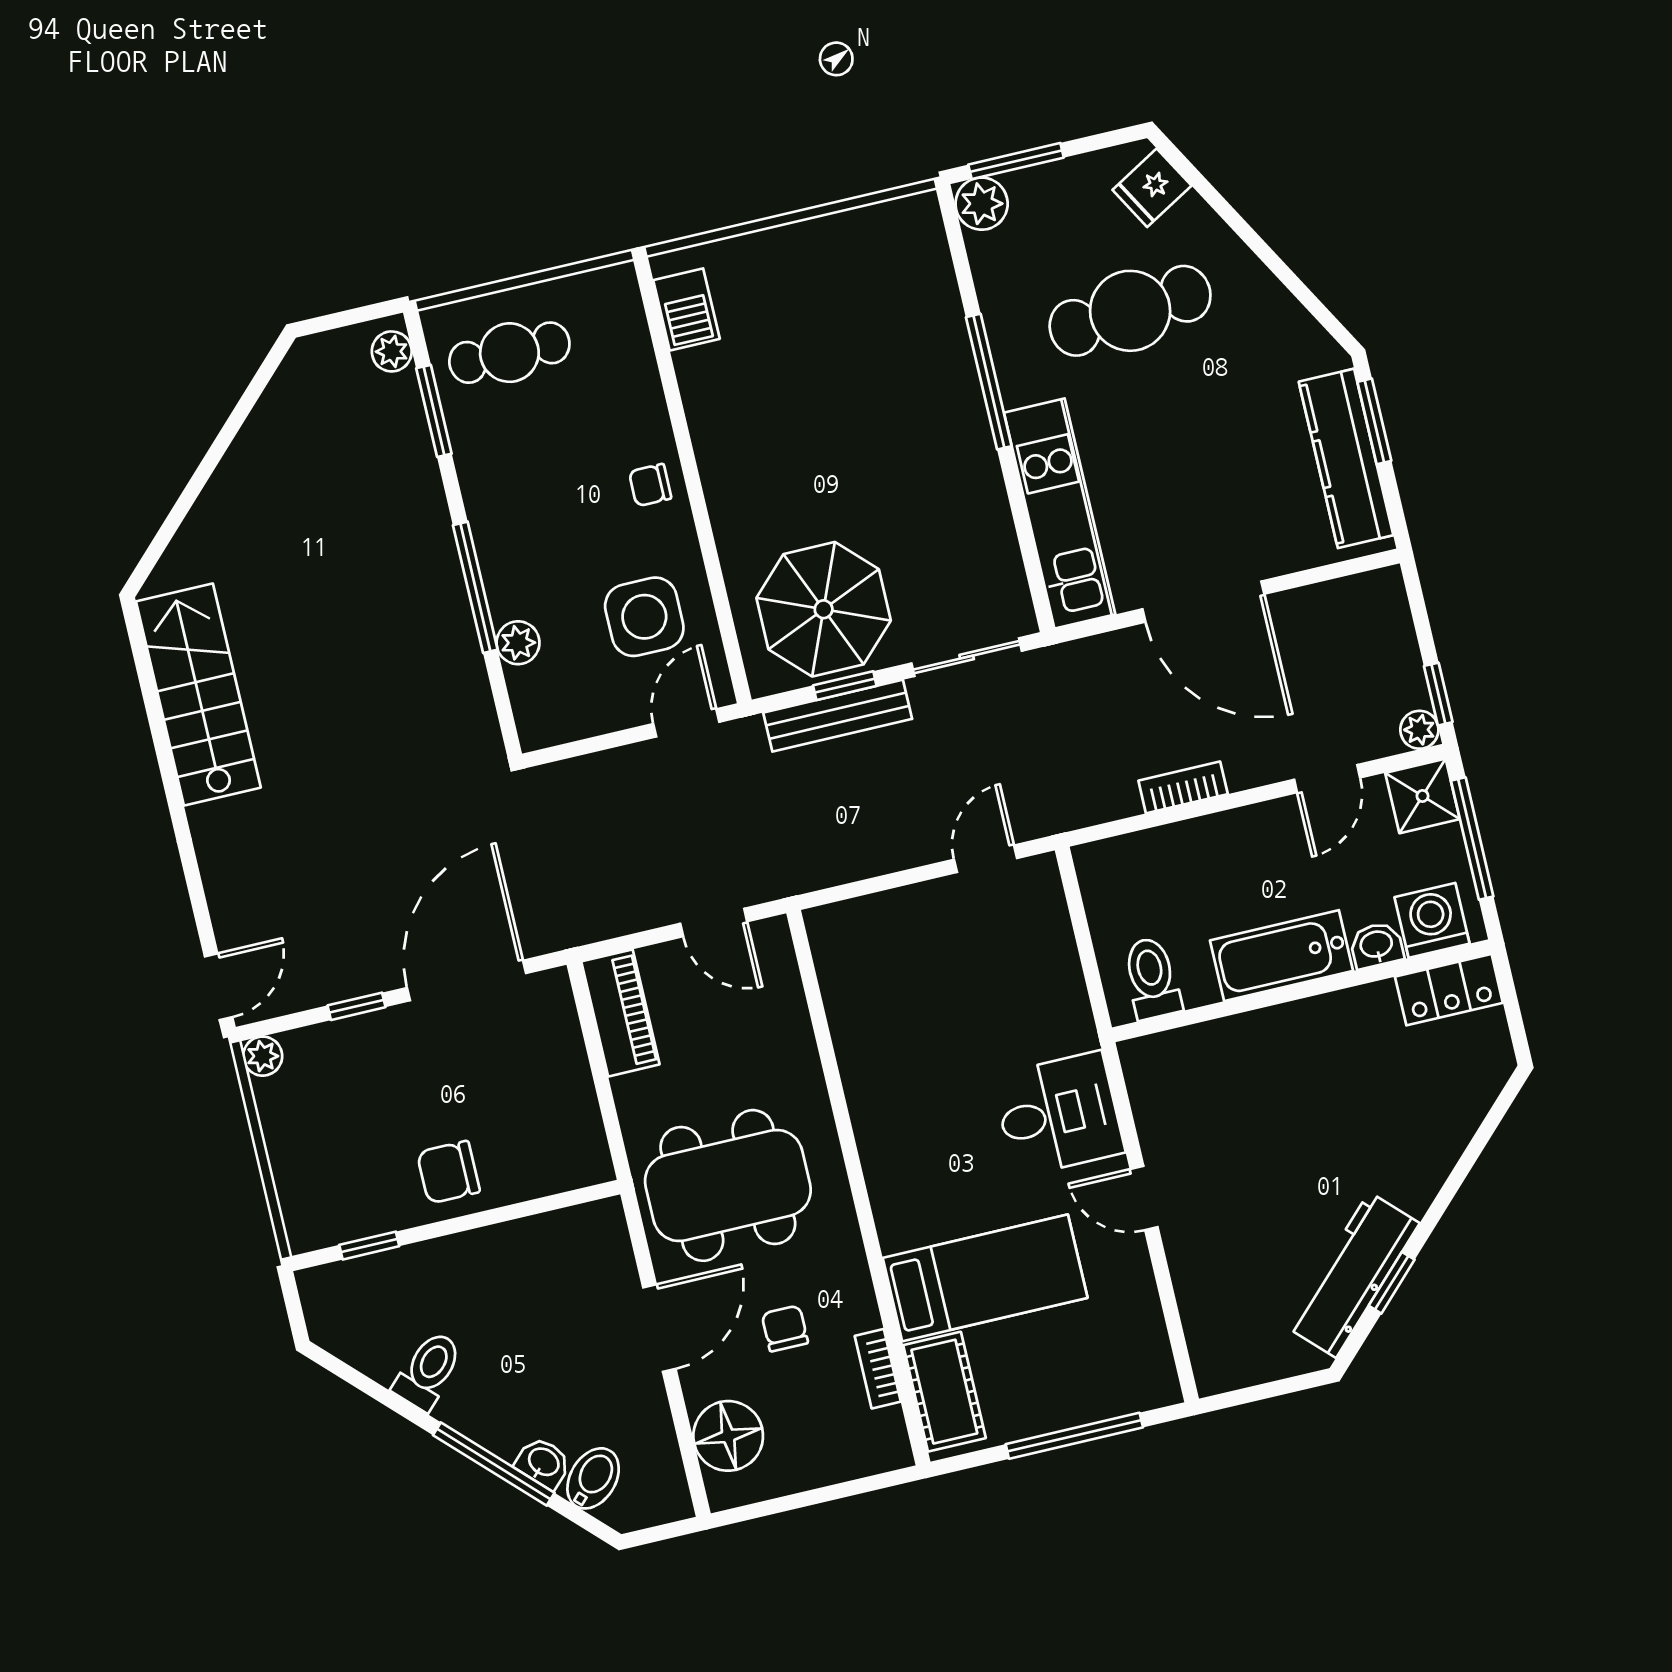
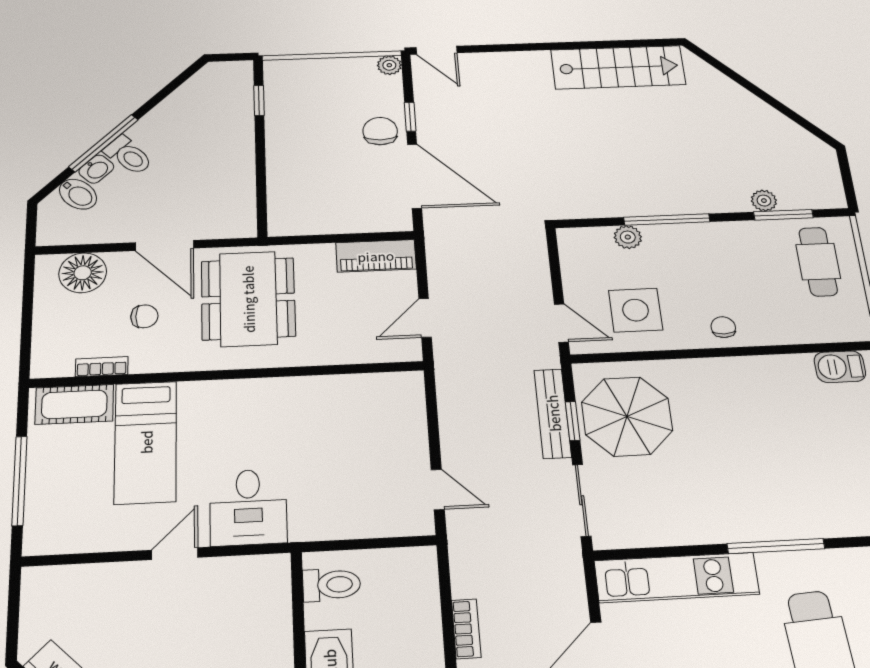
plant: (392, 351) -> (764, 201), moved
chair: (448, 1172) -> (380, 131), moved
toilet: (428, 1371) -> (128, 155), moved

